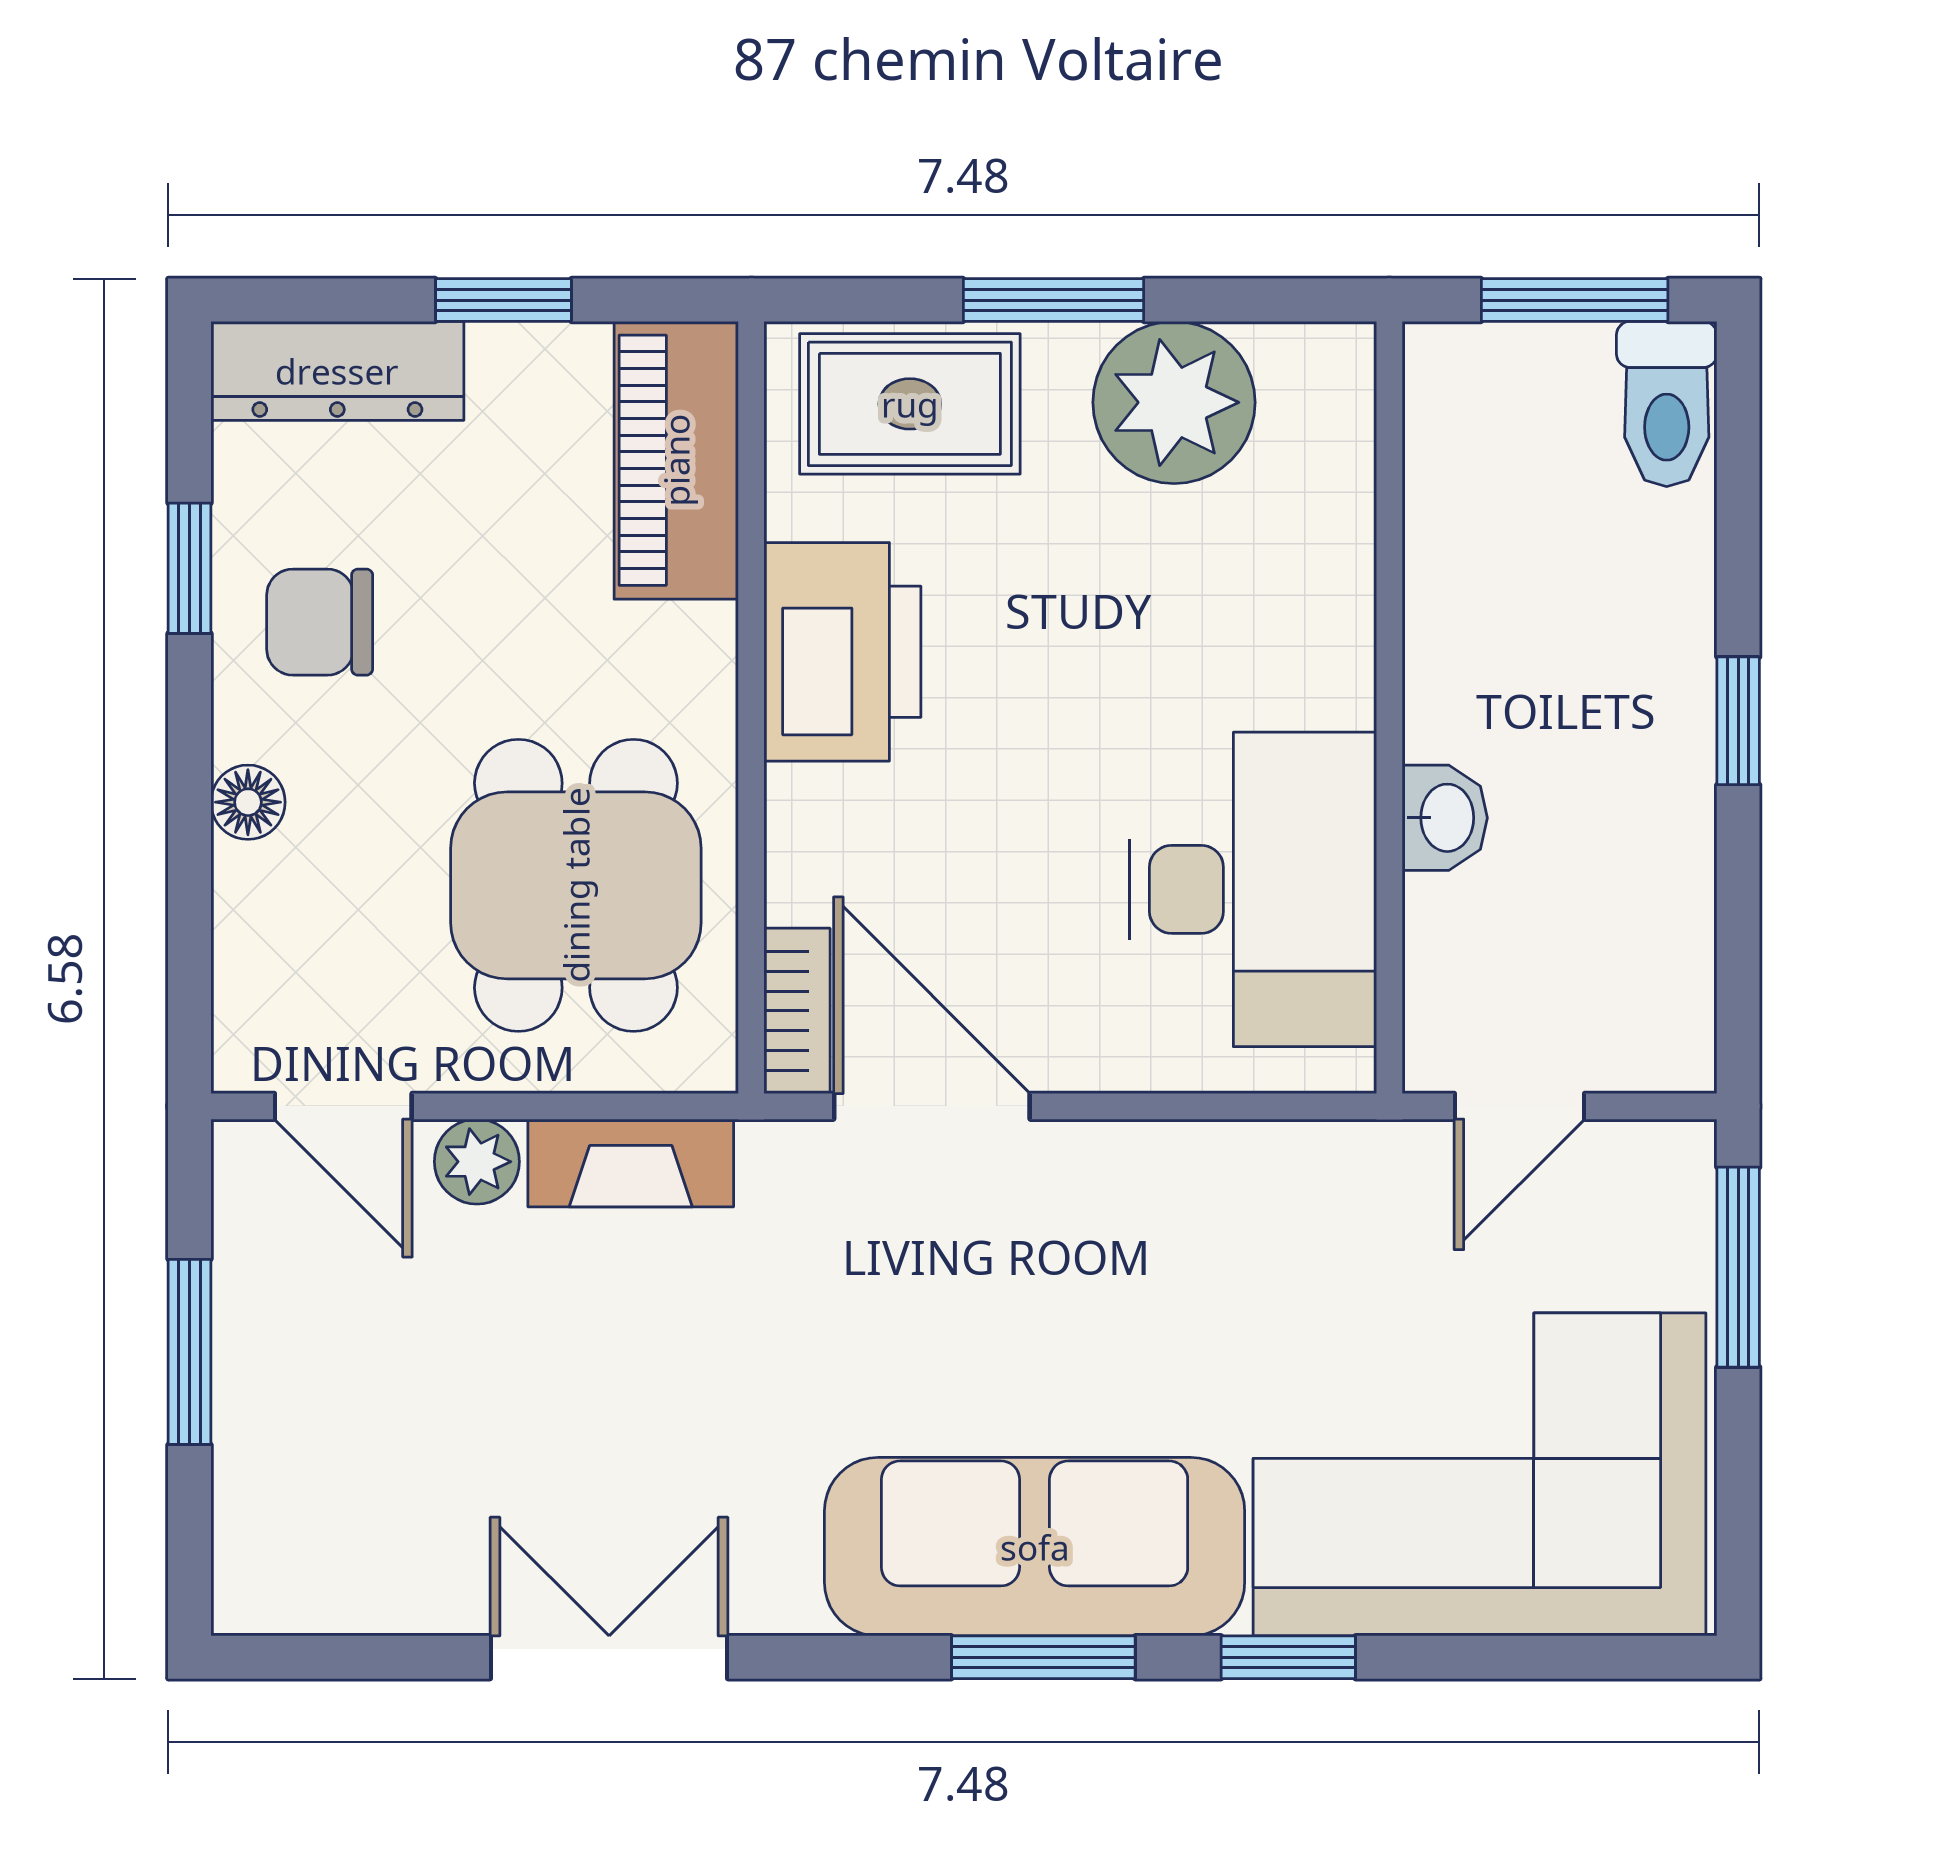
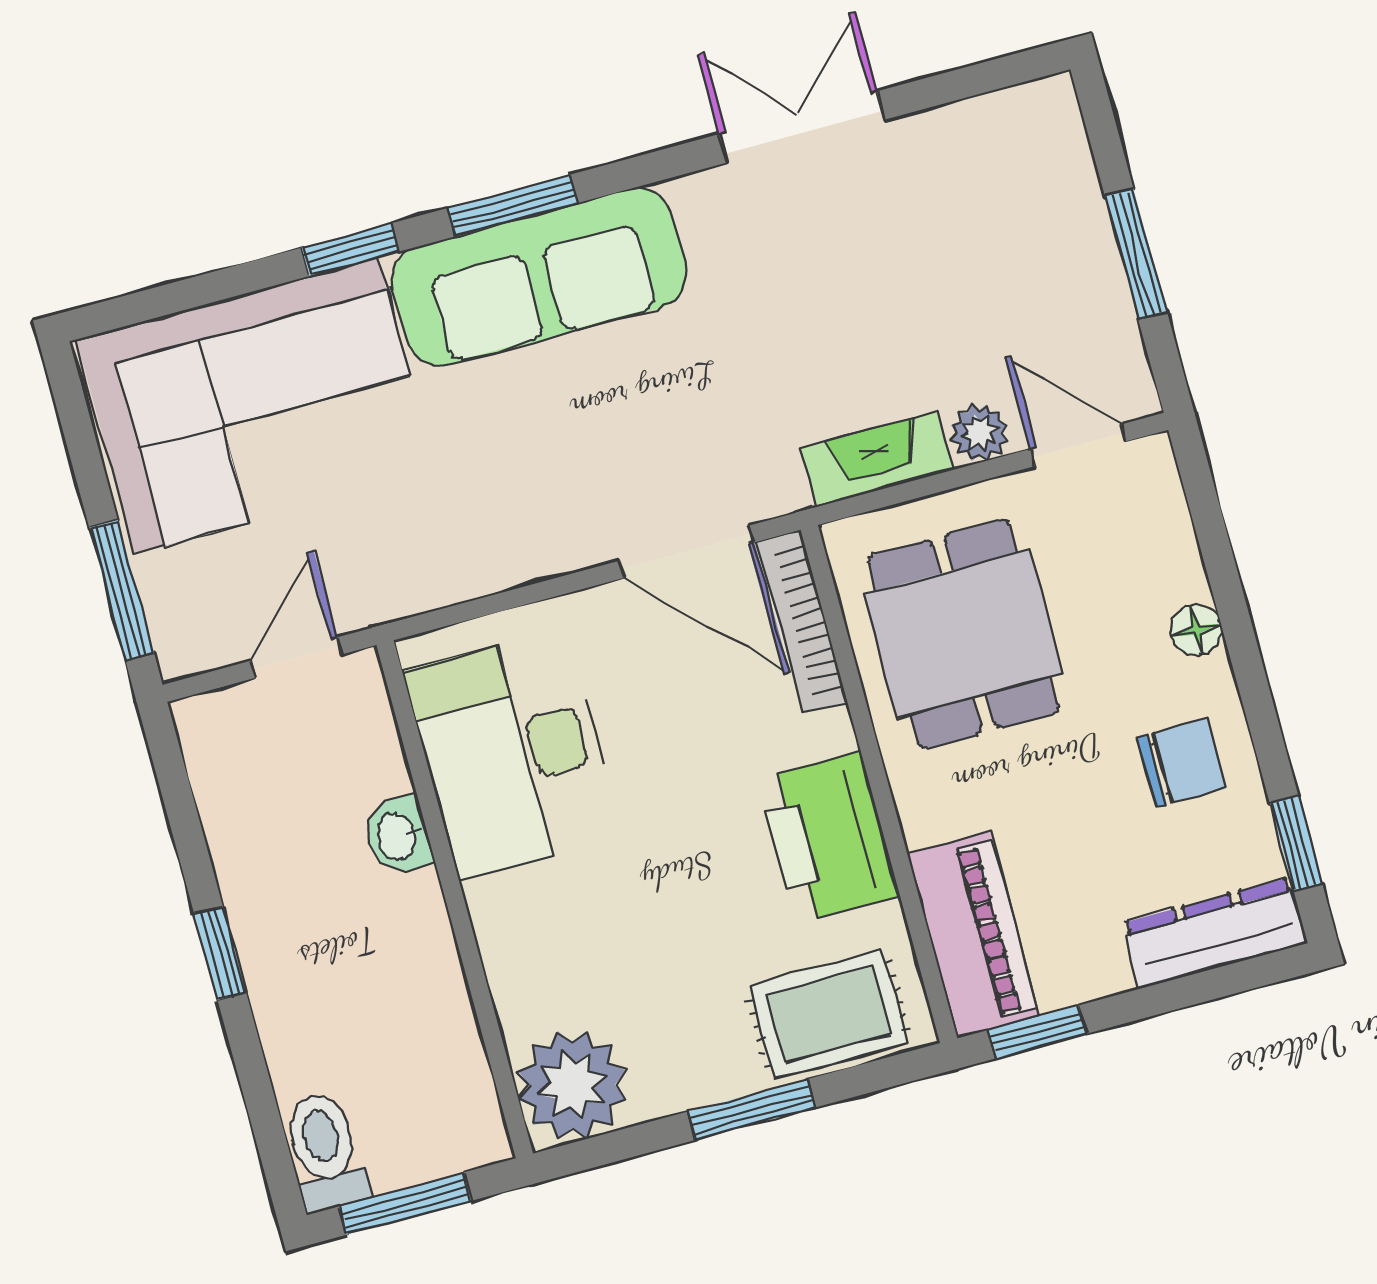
window: (503, 300) -> (1037, 1032), moved
plant: (1174, 402) -> (572, 1085), moved
window: (190, 568) -> (1296, 843), moved
bookcase: (797, 1011) -> (802, 622), width x1.56
double door: (609, 1657) -> (802, 127), swing flipped

